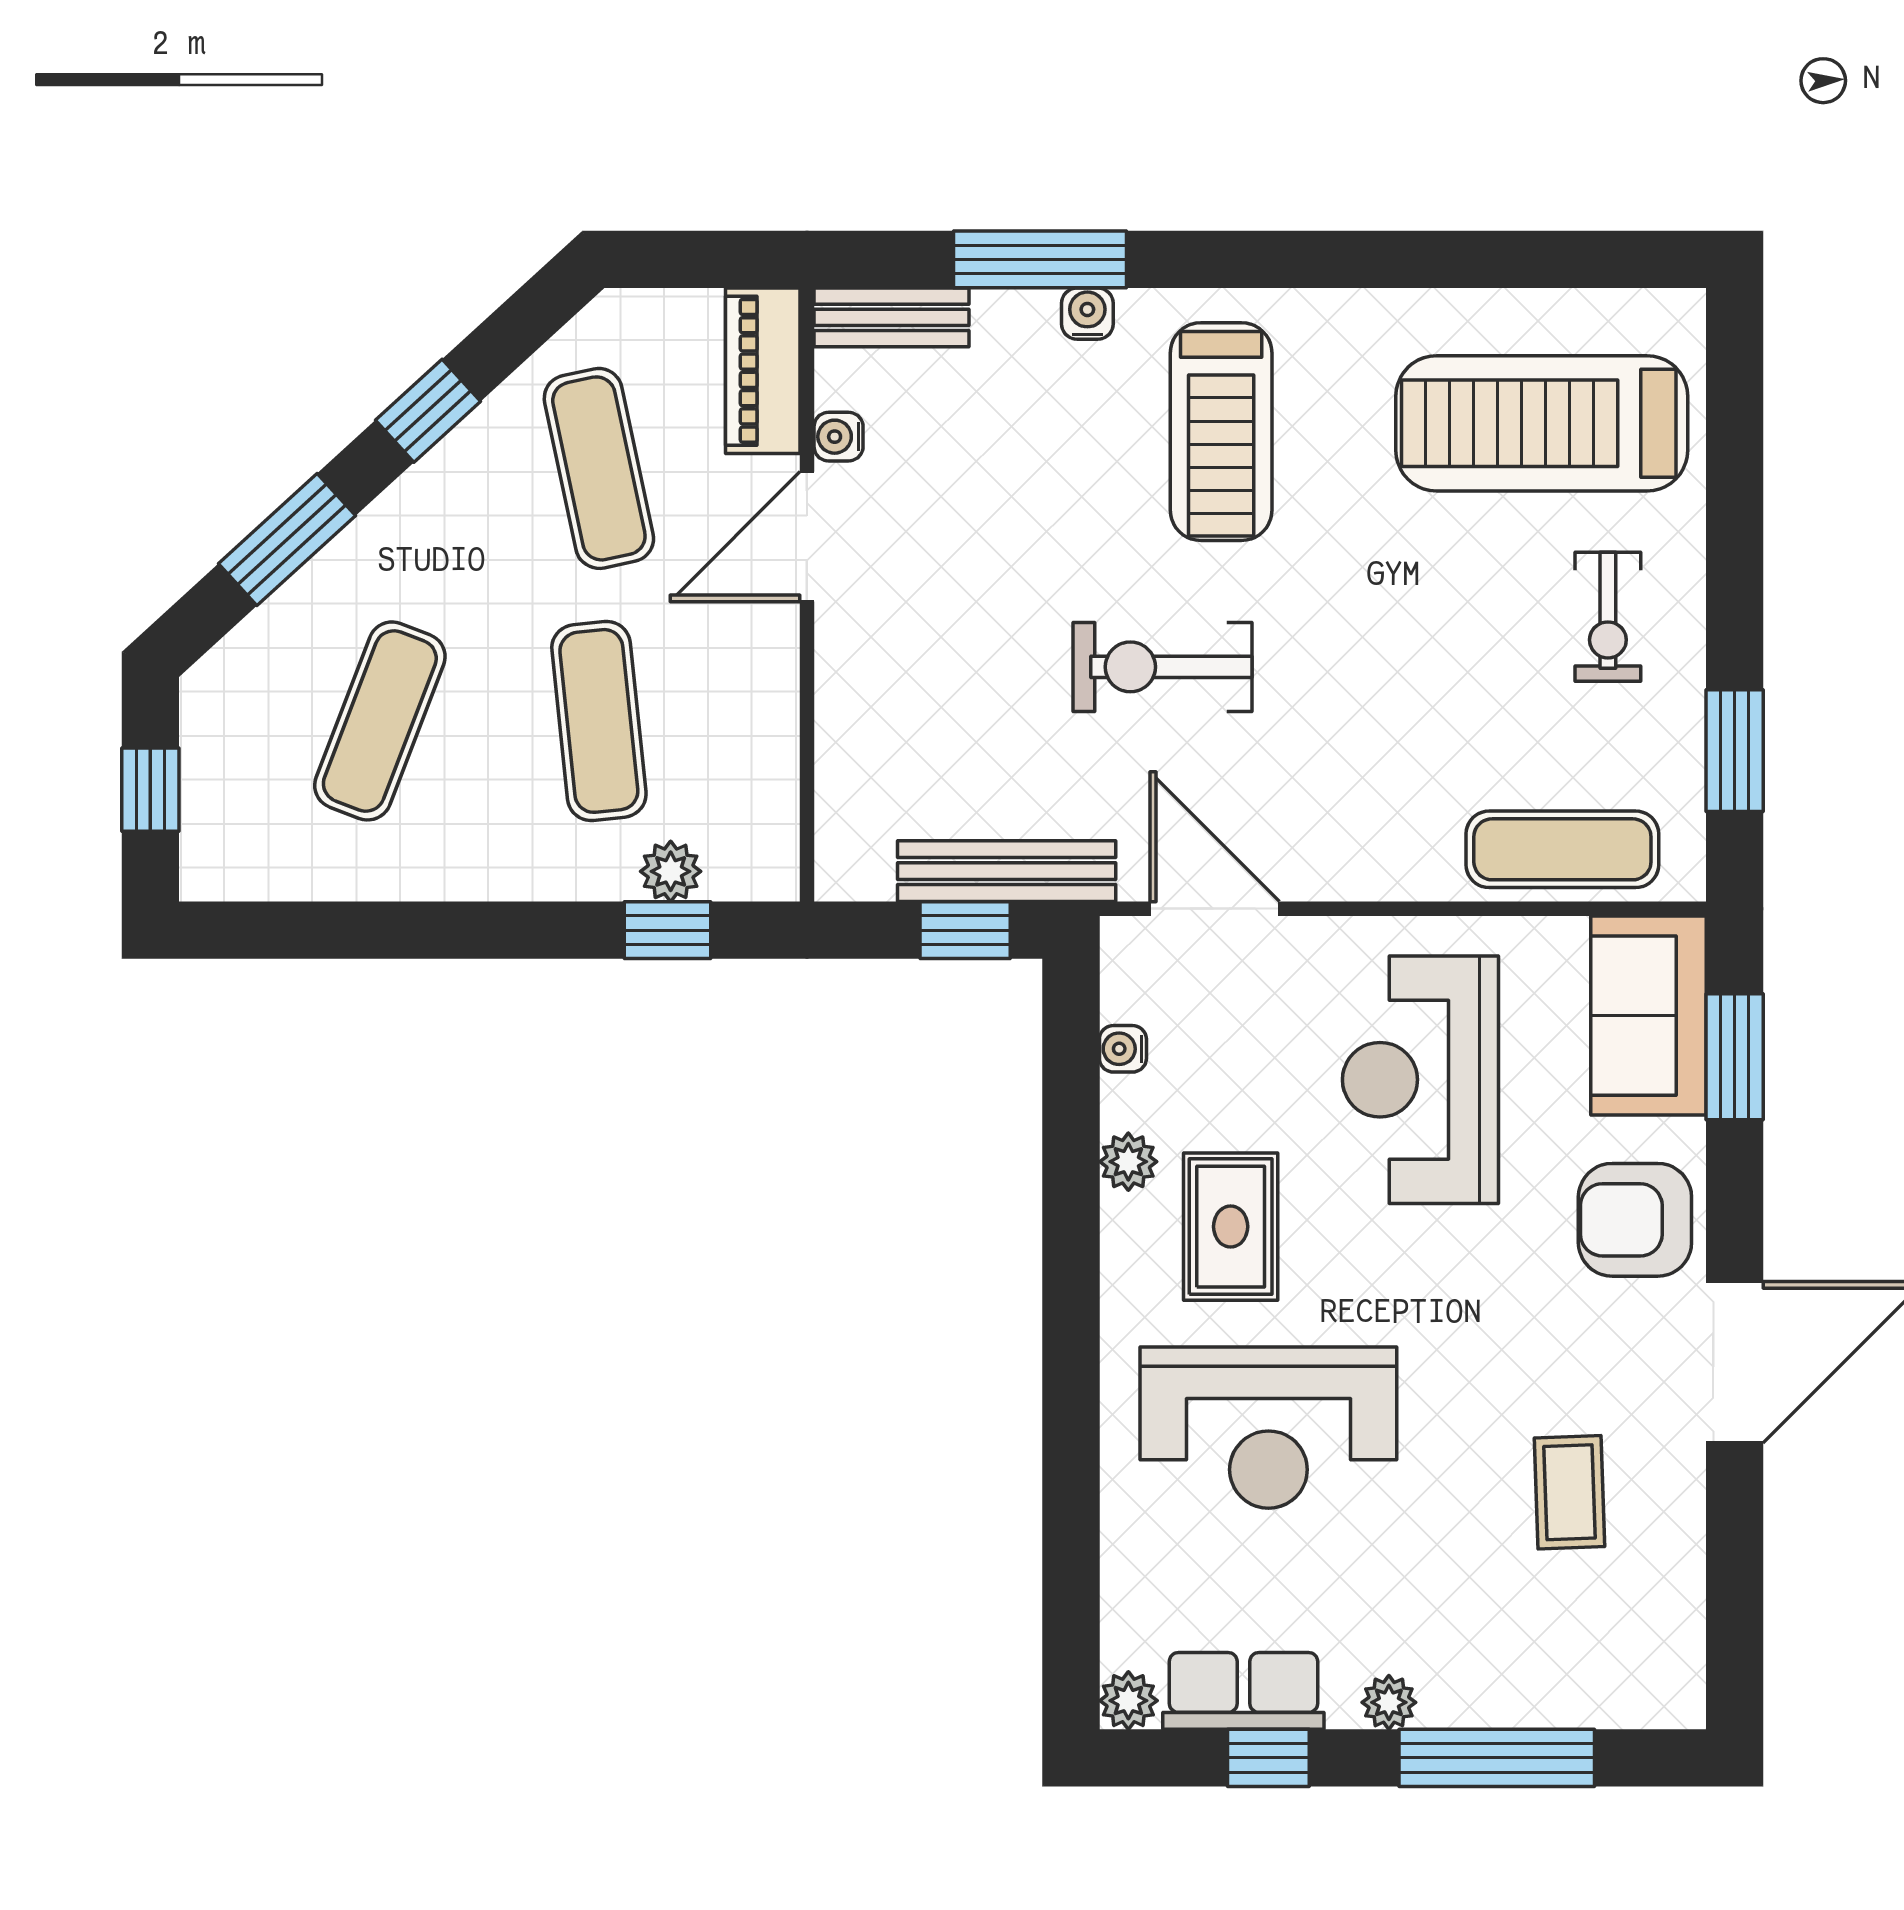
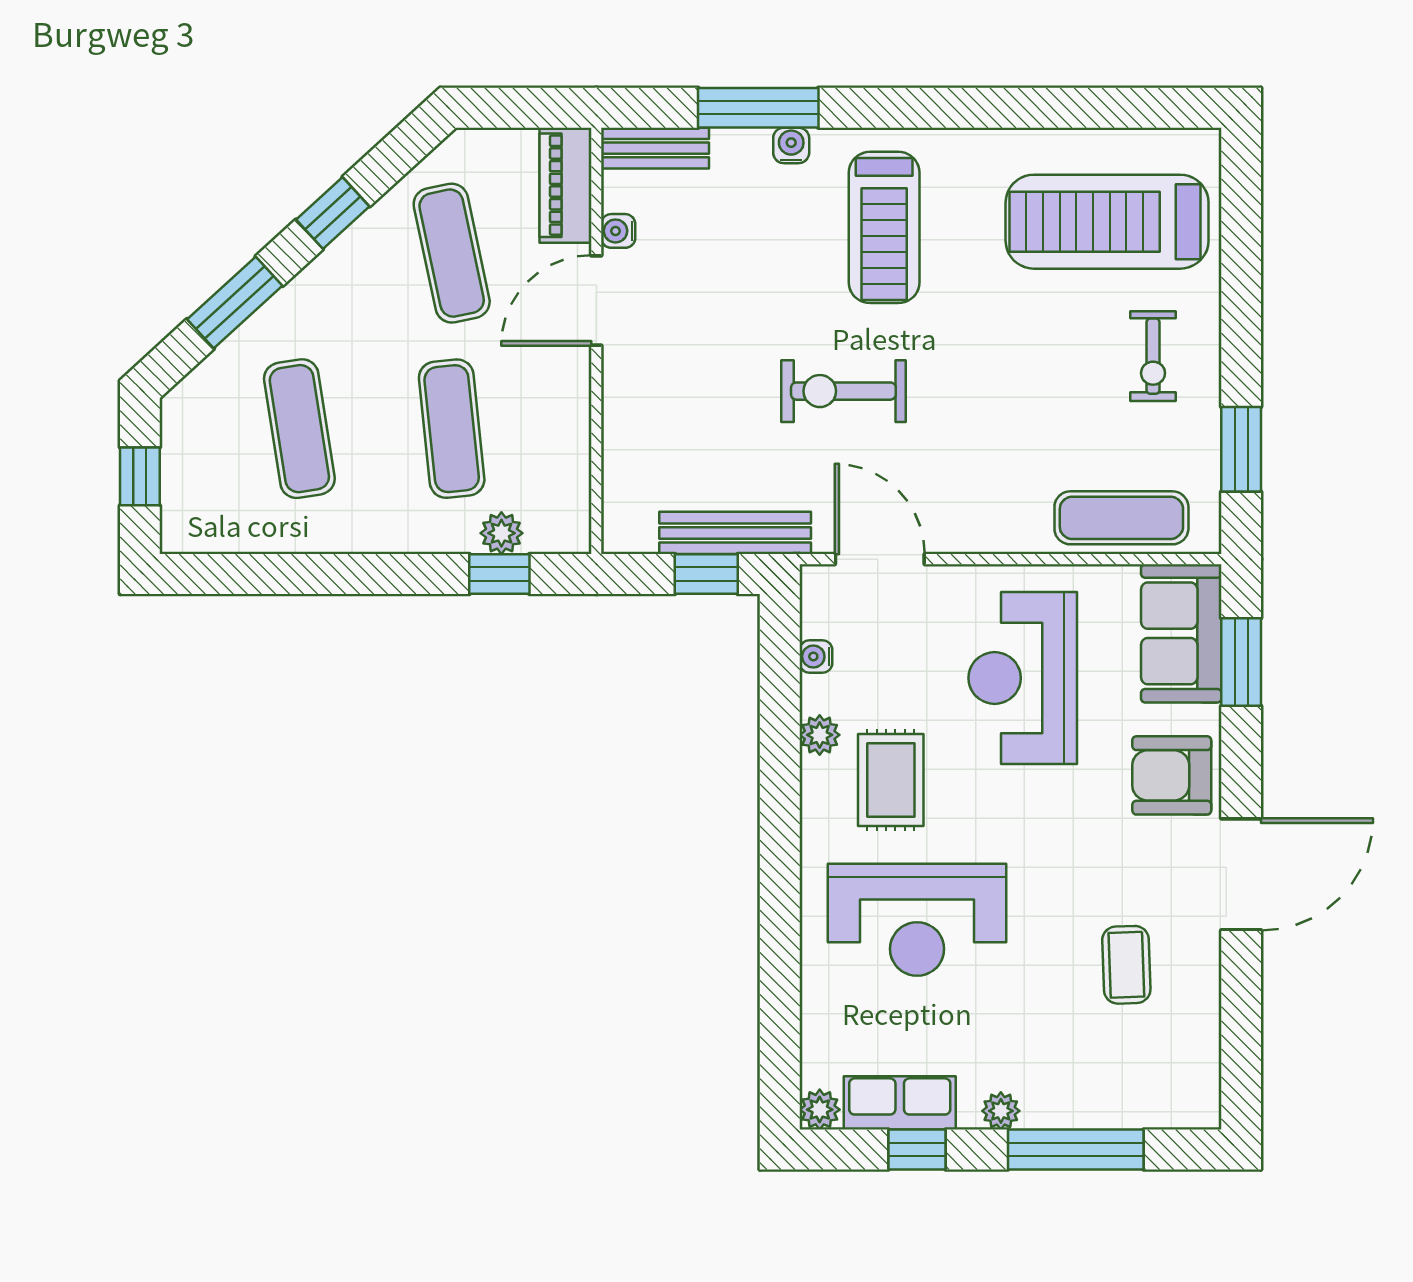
exercise mat: (380, 721) -> (299, 429), turned -30

